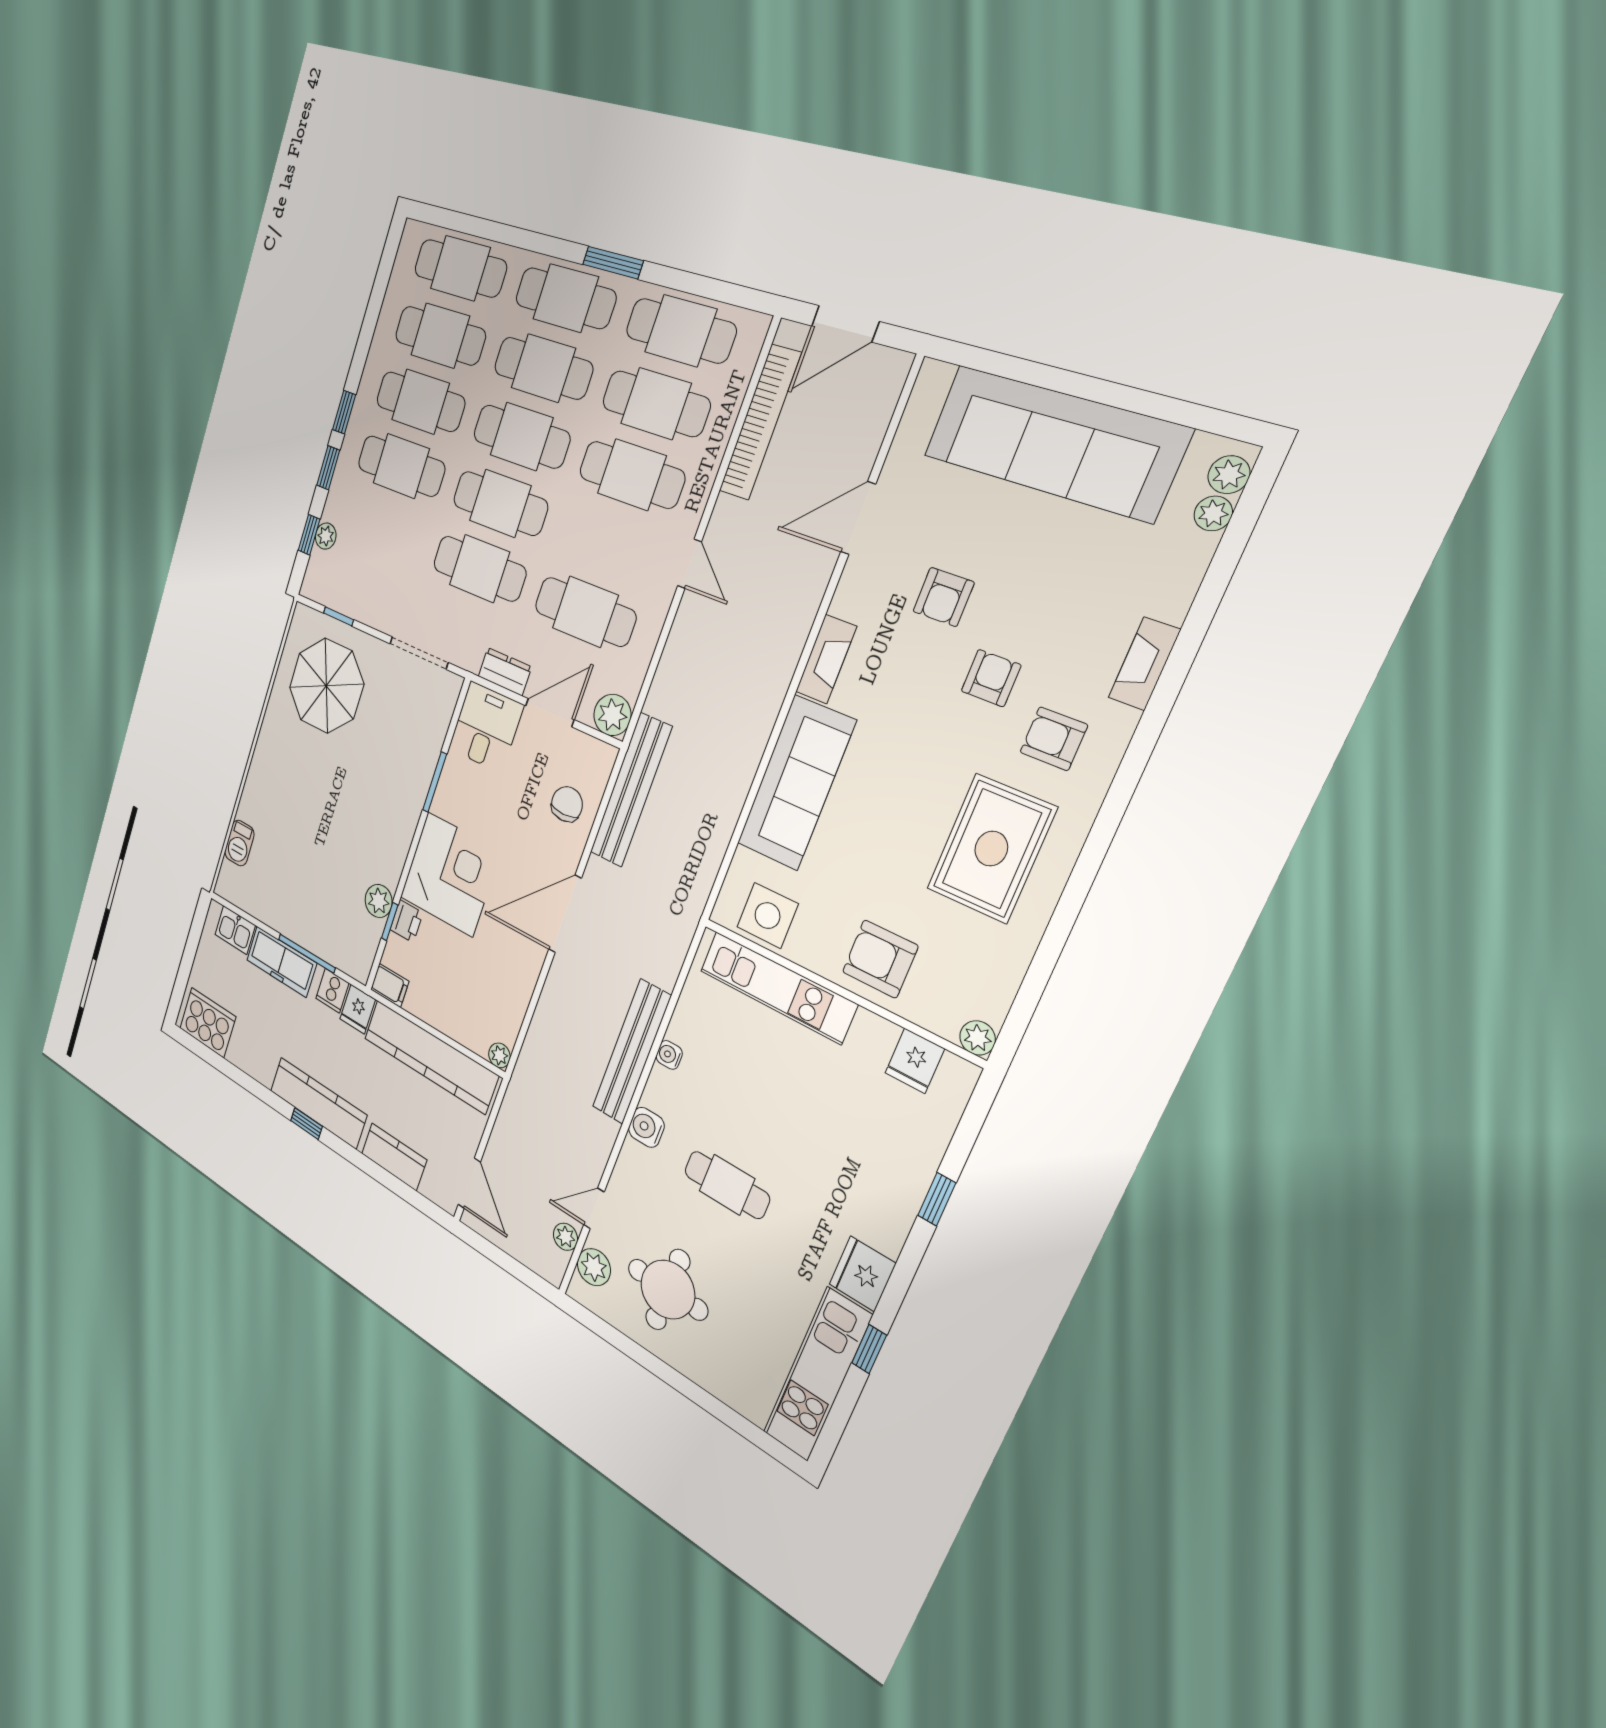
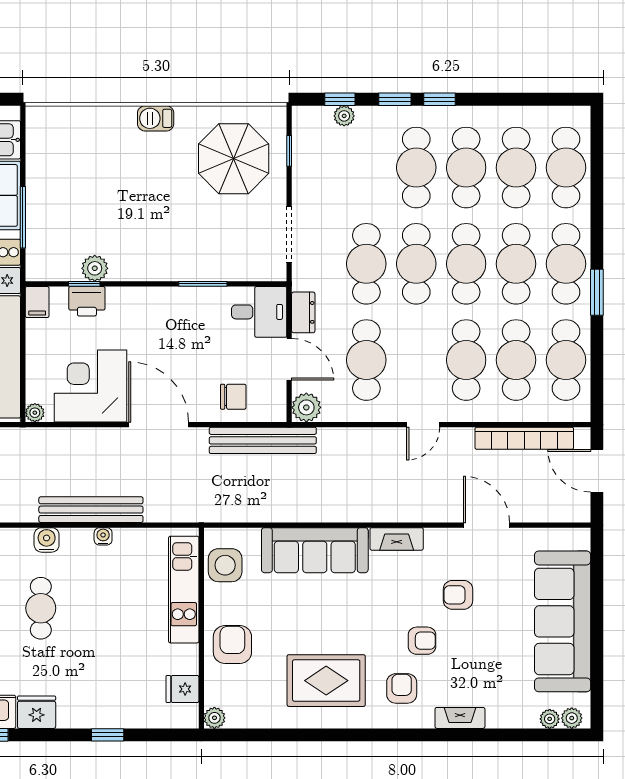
barbecue: (239, 843) -> (156, 118), moved
corner desk: (450, 874) -> (90, 386), moved, turned 180
printer: (406, 921) -> (87, 301), width x1.36, depth x1.24

